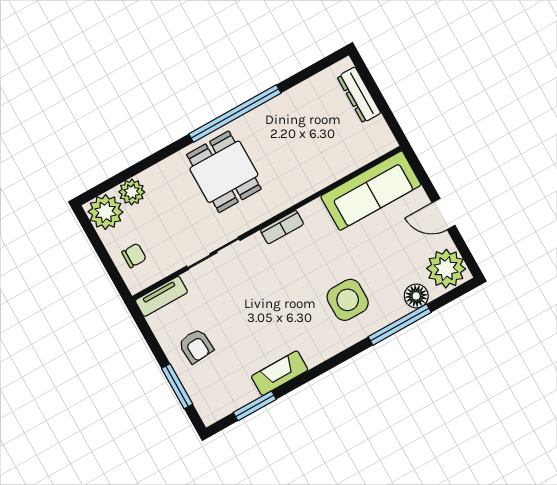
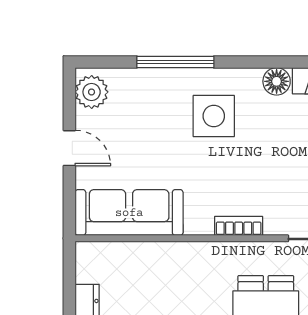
plant: (446, 269) -> (92, 92), width x0.73, depth x0.73
floor lamp: (416, 296) -> (277, 81), moved

